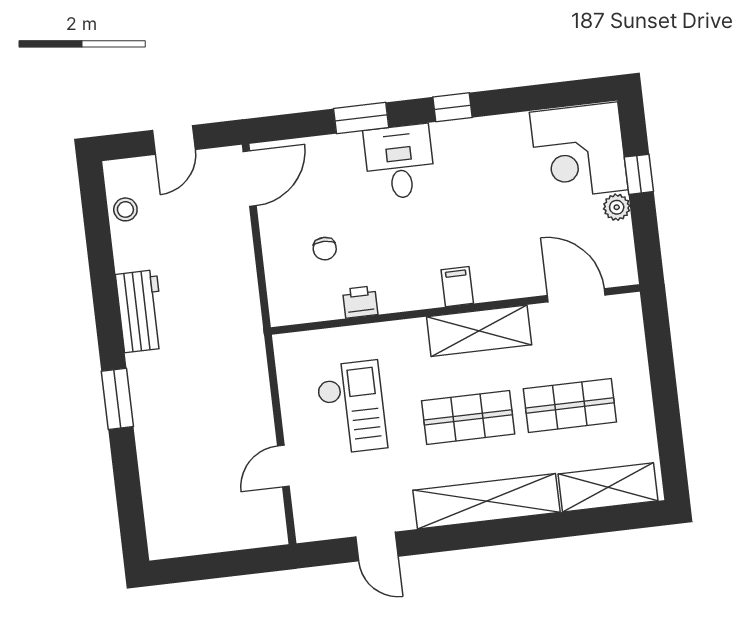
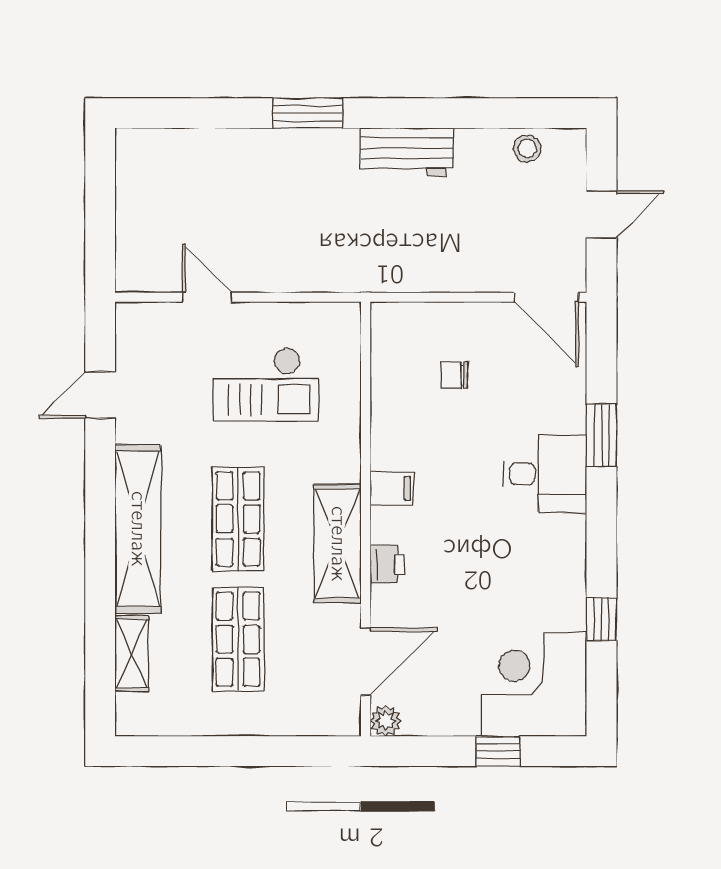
window: (453, 107) -> (601, 619), moved
door: (174, 140) -> (601, 214), swing flipped
plant: (617, 207) -> (386, 721), moved
filing cabinet: (457, 287) -> (392, 488), moved
printer: (360, 302) -> (387, 564), moved
shelving: (608, 487) -> (132, 654), width x0.67, depth x0.75

